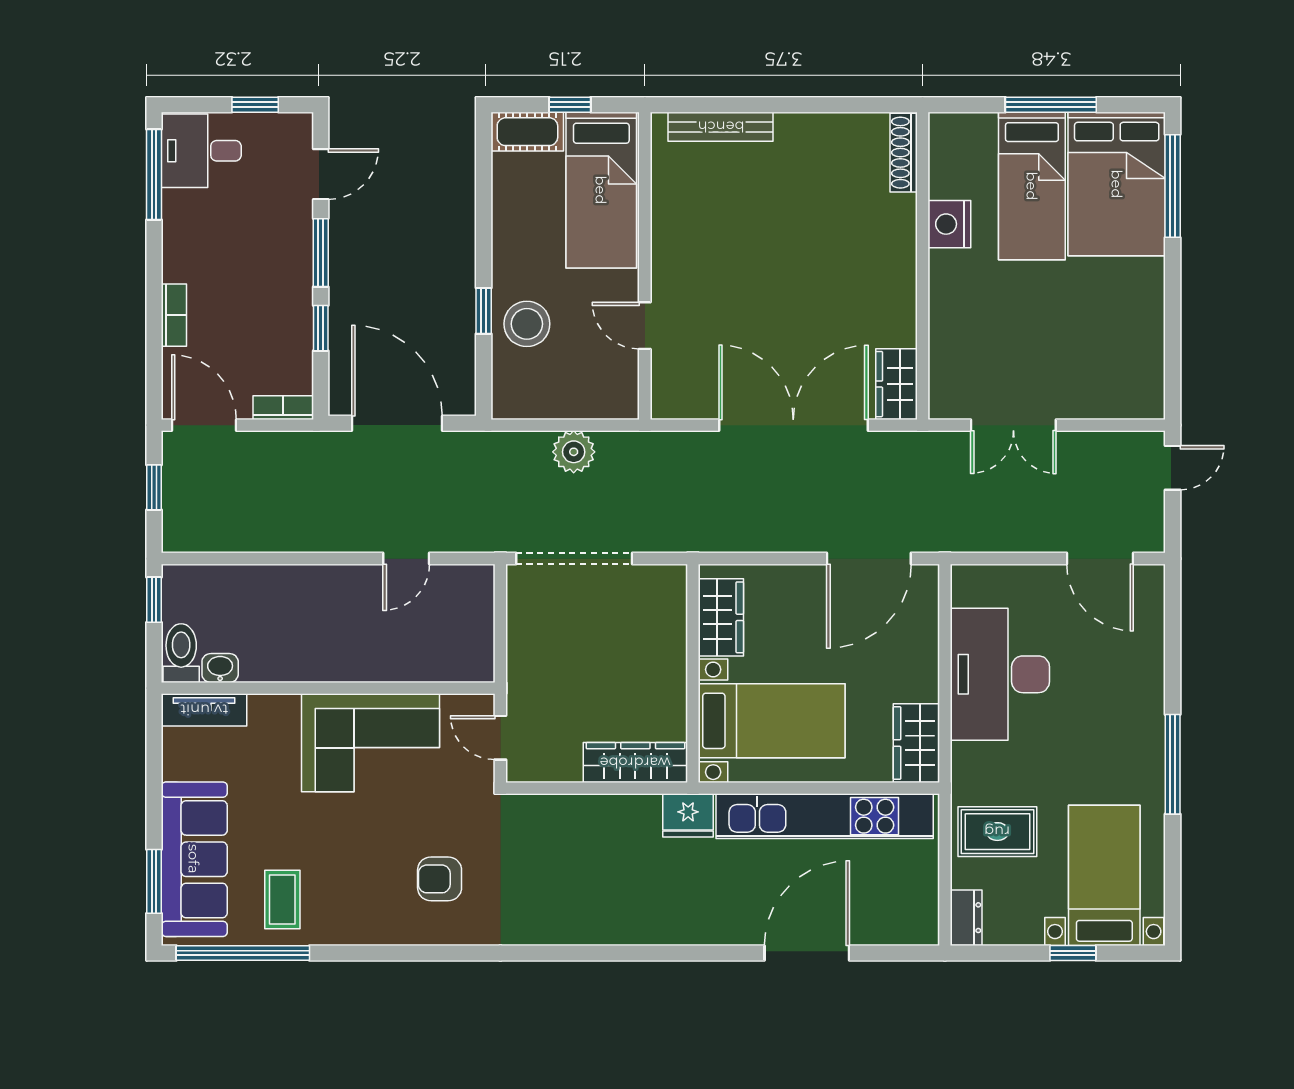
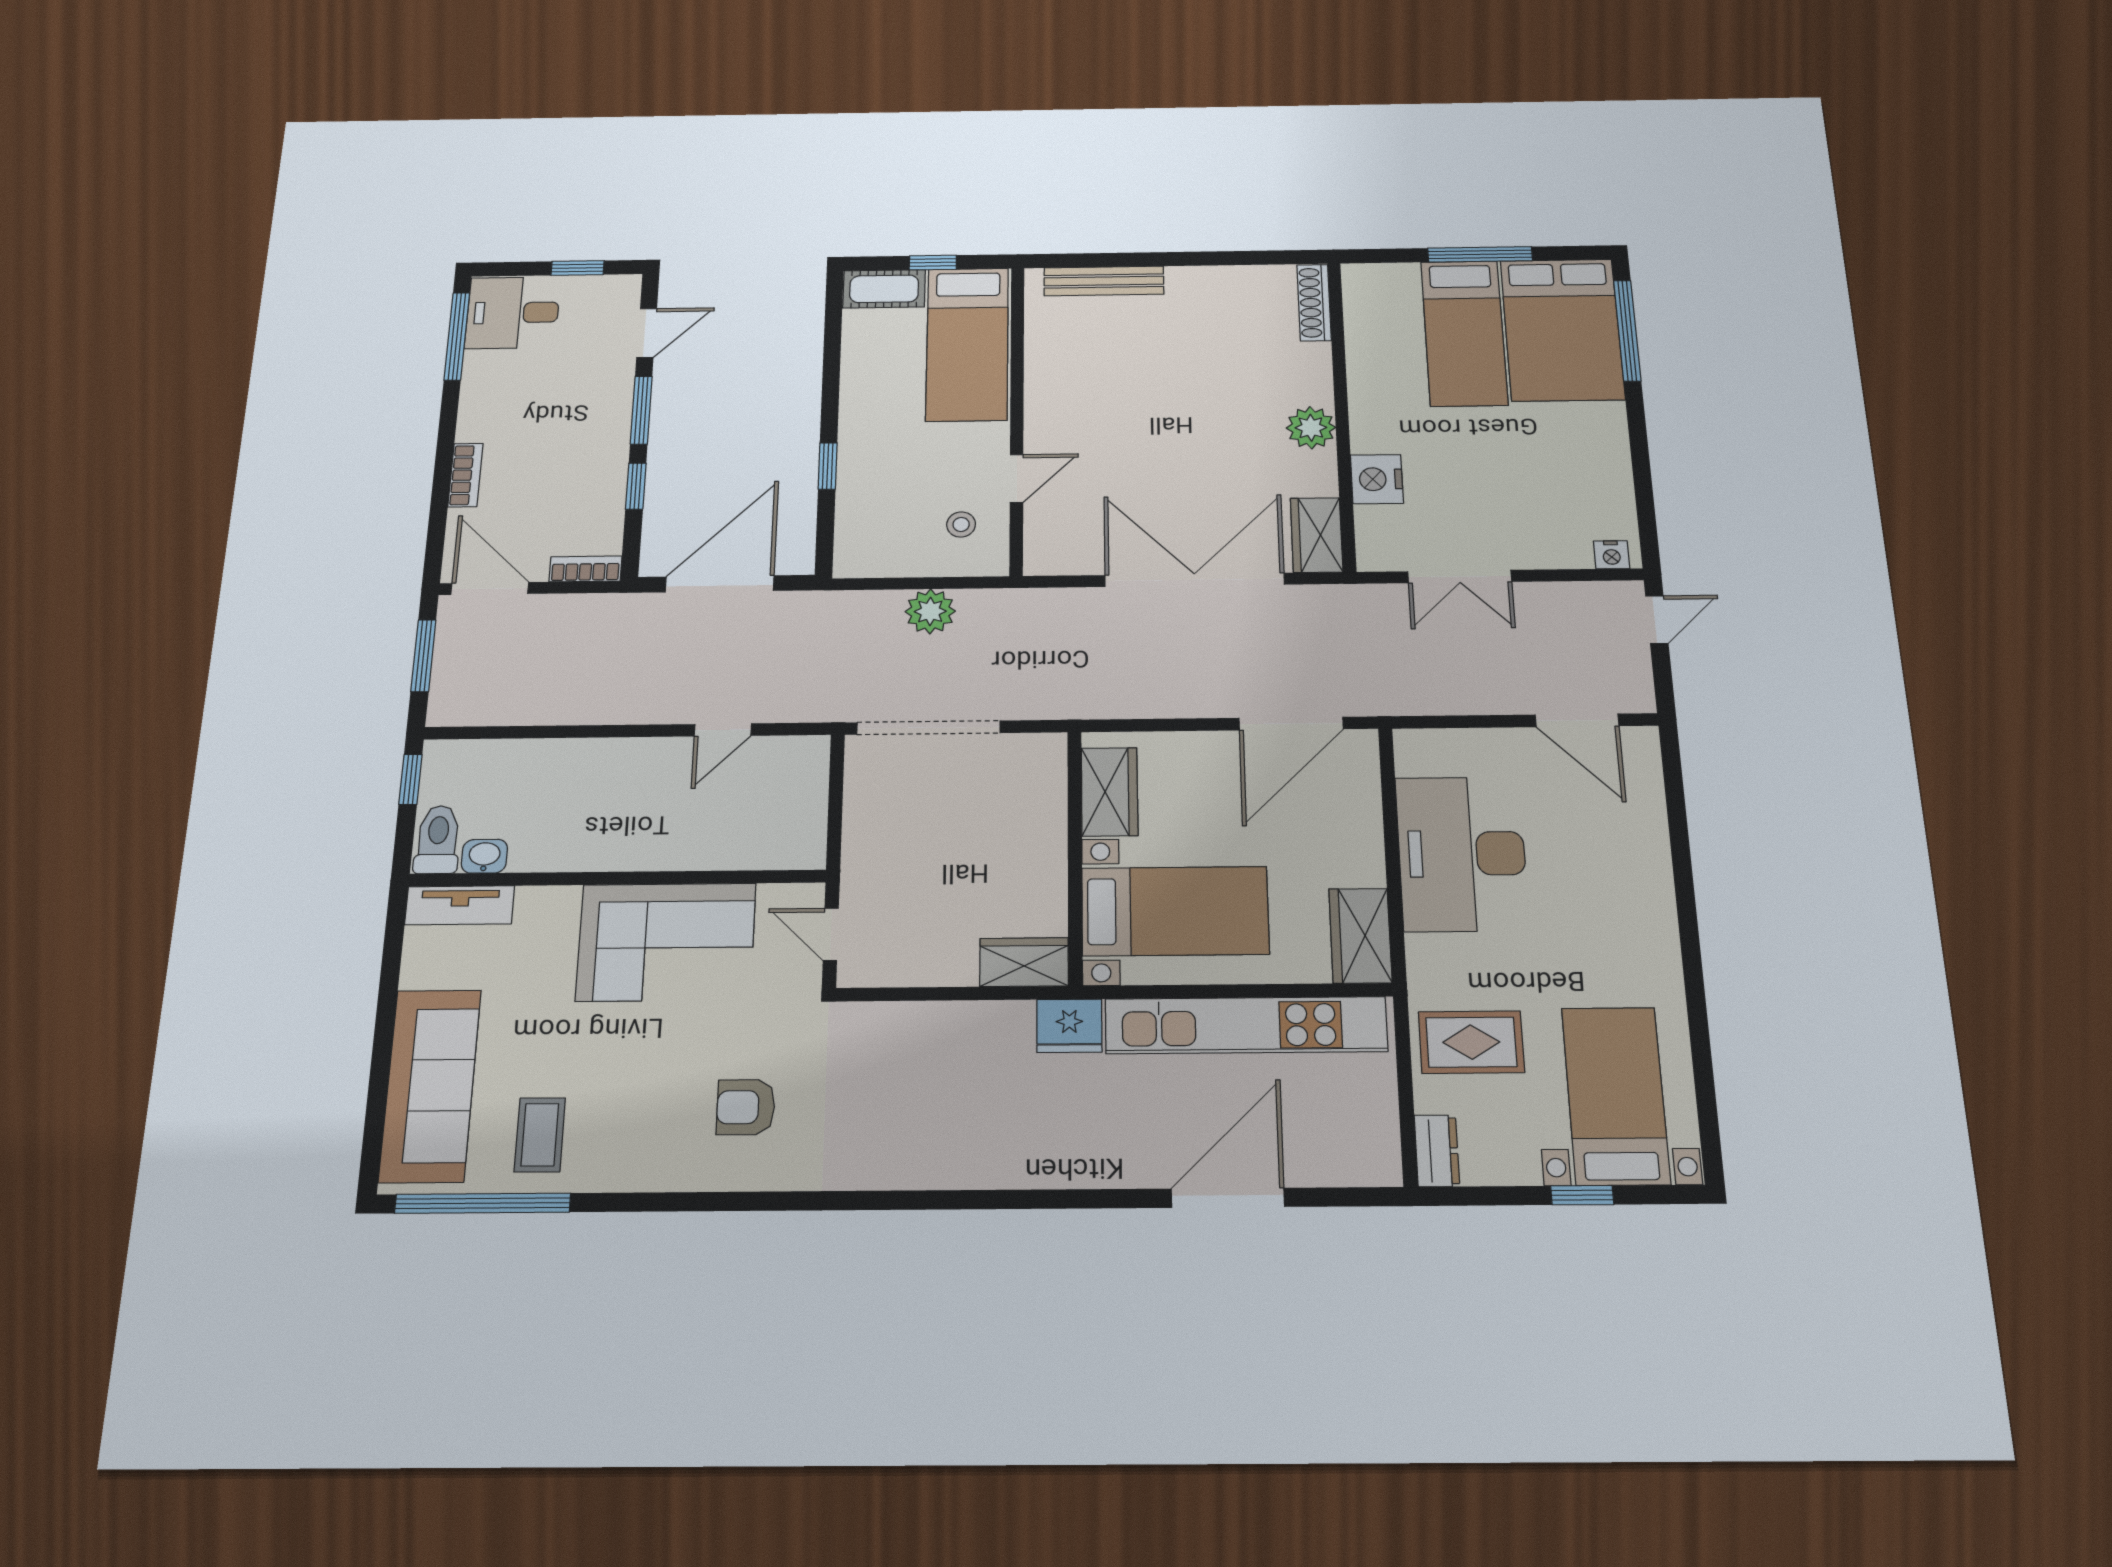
nightstand: (949, 224) -> (1377, 479), moved
plant: (896, 279) -> (1311, 428), added
stool: (527, 324) -> (961, 524), moved, width x0.53, depth x0.53
door: (645, 326) -> (1017, 479), swing flipped
nightstand: (1141, 406) -> (1612, 555), added
door: (397, 423) -> (720, 584), hinge flipped
window: (154, 487) -> (423, 656), width x1.50
wardrobe: (635, 763) -> (1024, 962), width x0.67
window: (1173, 764) -> (1692, 958), removed
window: (154, 881) -> (375, 1113), removed

